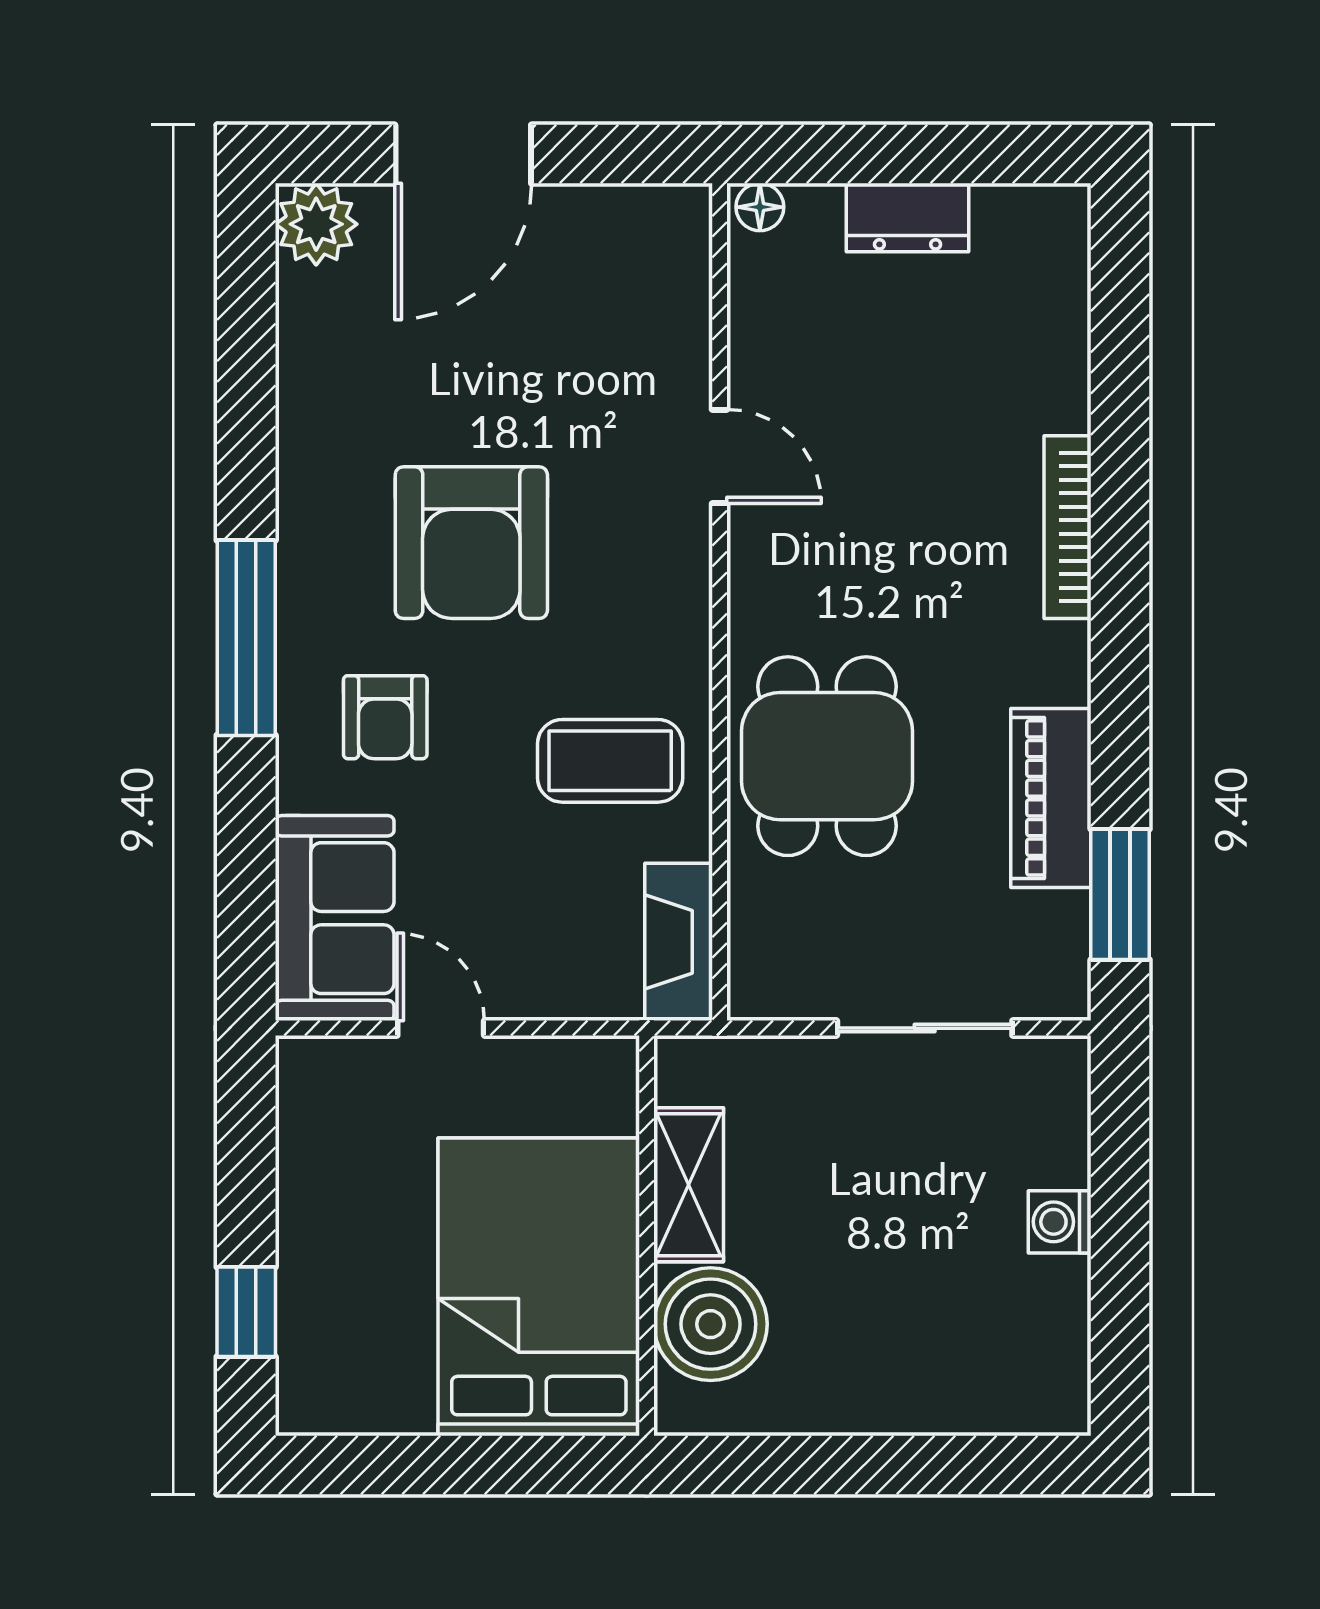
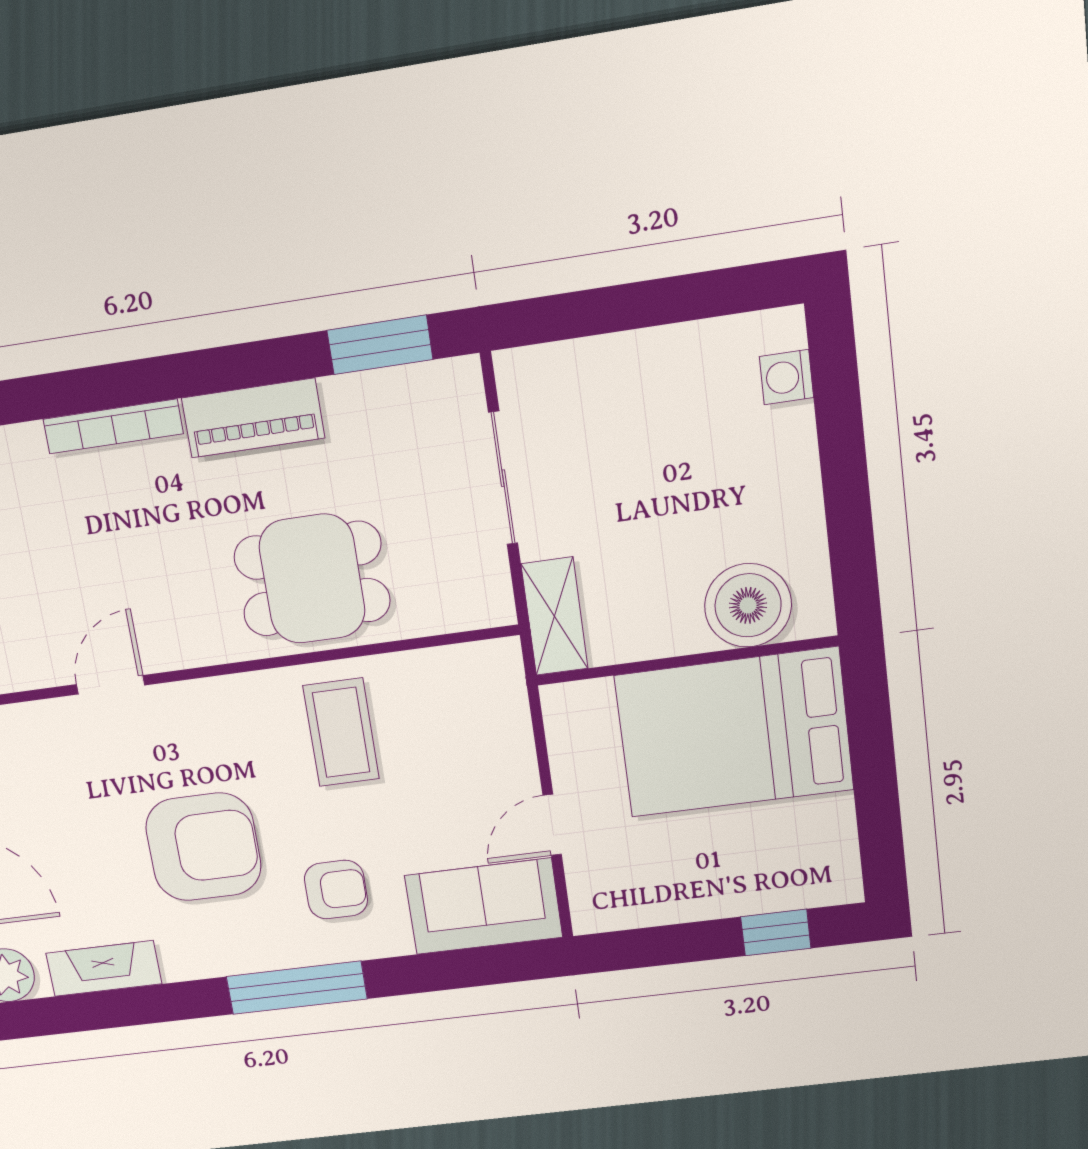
piano: (1051, 798) -> (253, 418), moved
fireplace: (679, 942) -> (104, 968), moved, turned 180
shelving: (689, 1185) -> (554, 616), moved, turned 90
washing machine: (1060, 1222) -> (786, 377), moved, turned 90

